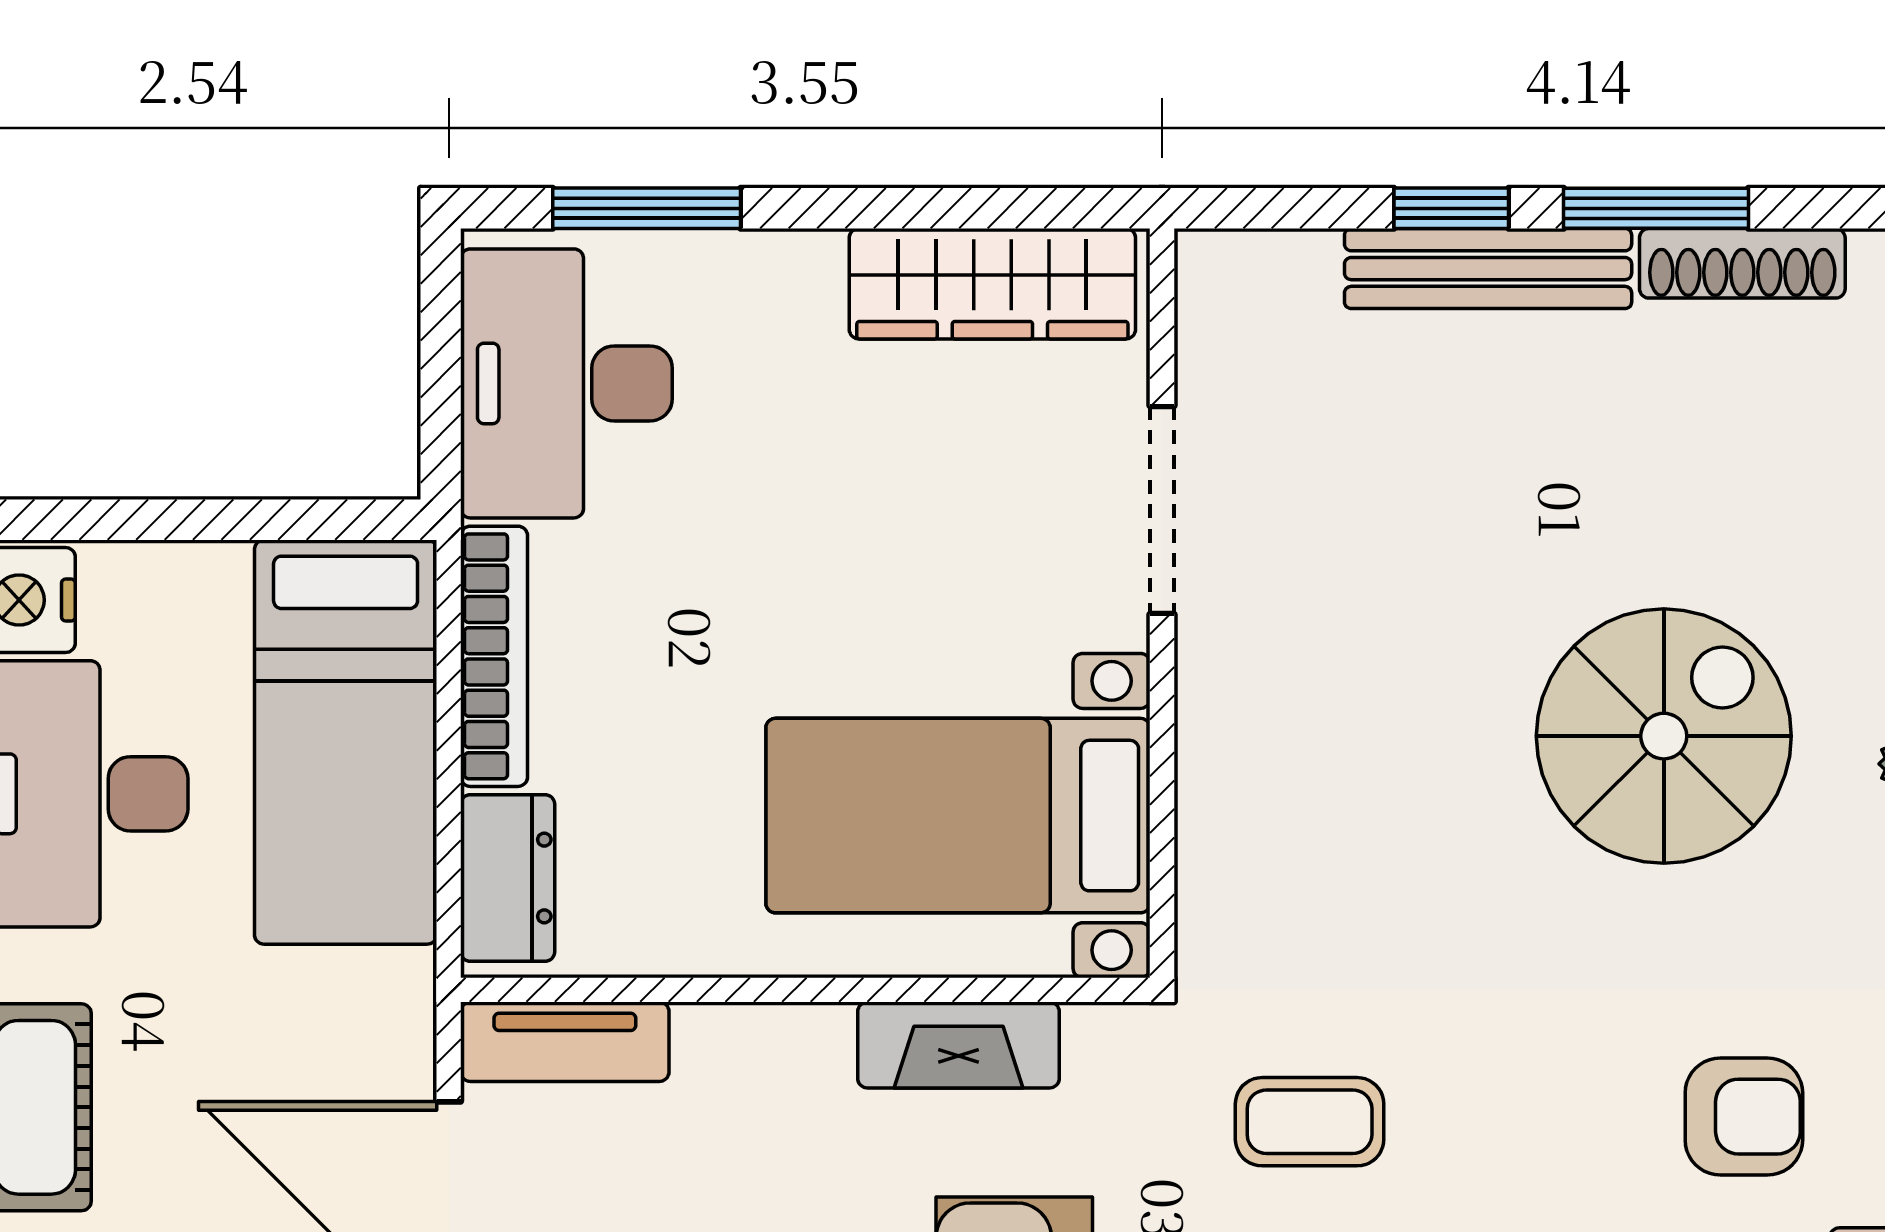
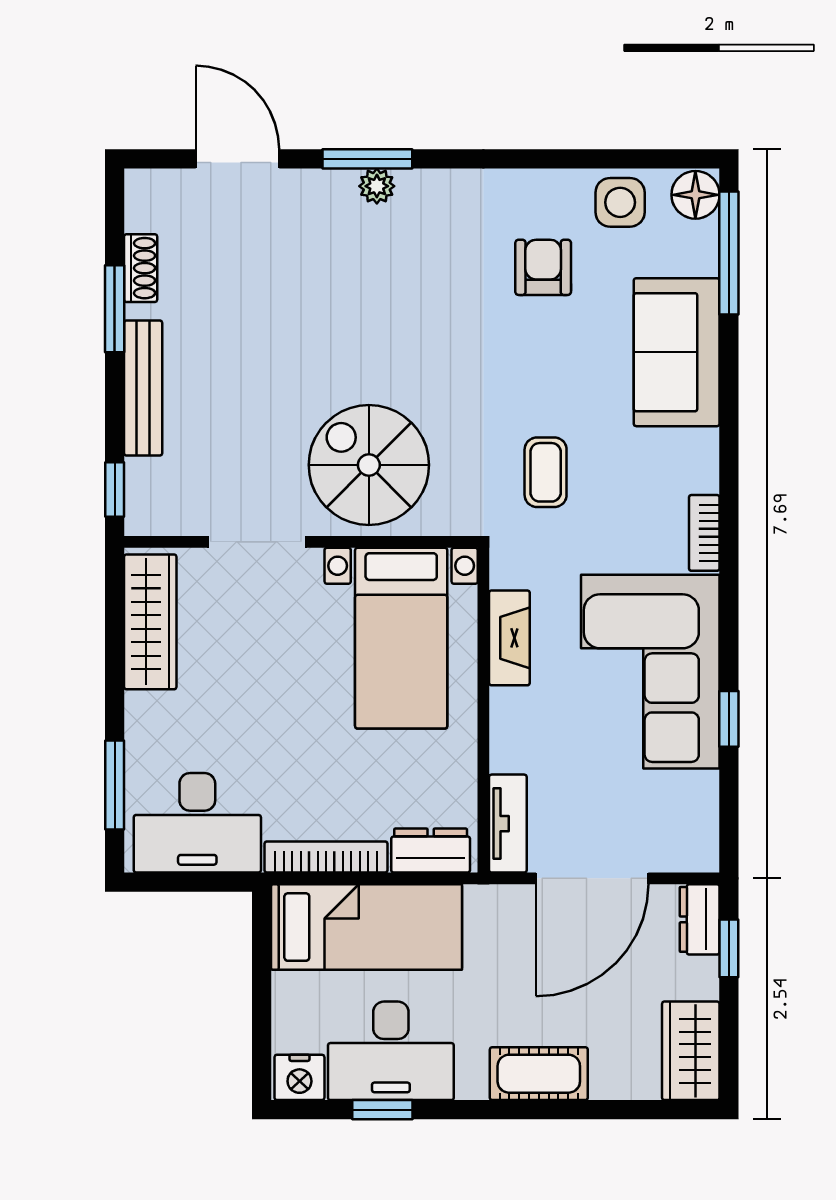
window: (1451, 208) -> (115, 489), moved
shoe rack: (1742, 263) -> (141, 268), width x0.70
spiral stairs: (1664, 736) -> (369, 465), moved

